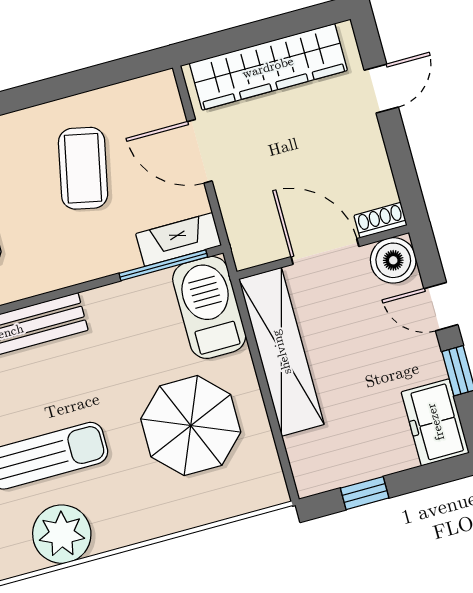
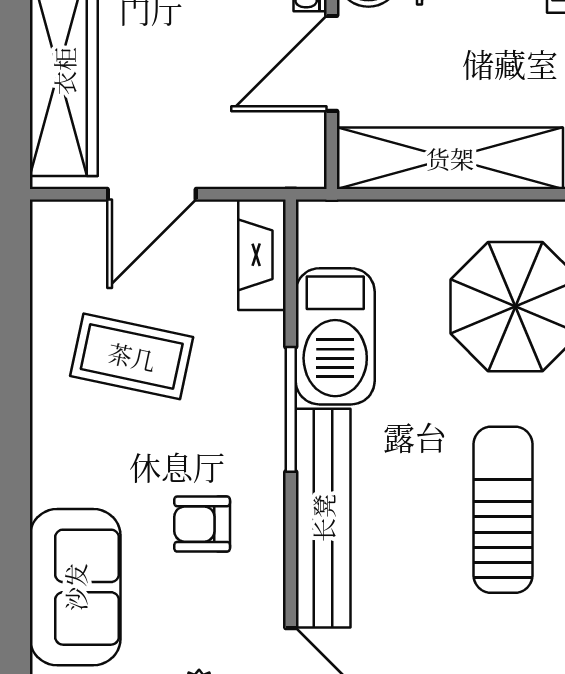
window: (163, 265) -> (291, 409), moved
barbecue: (209, 307) -> (335, 336), moved, turned -90

